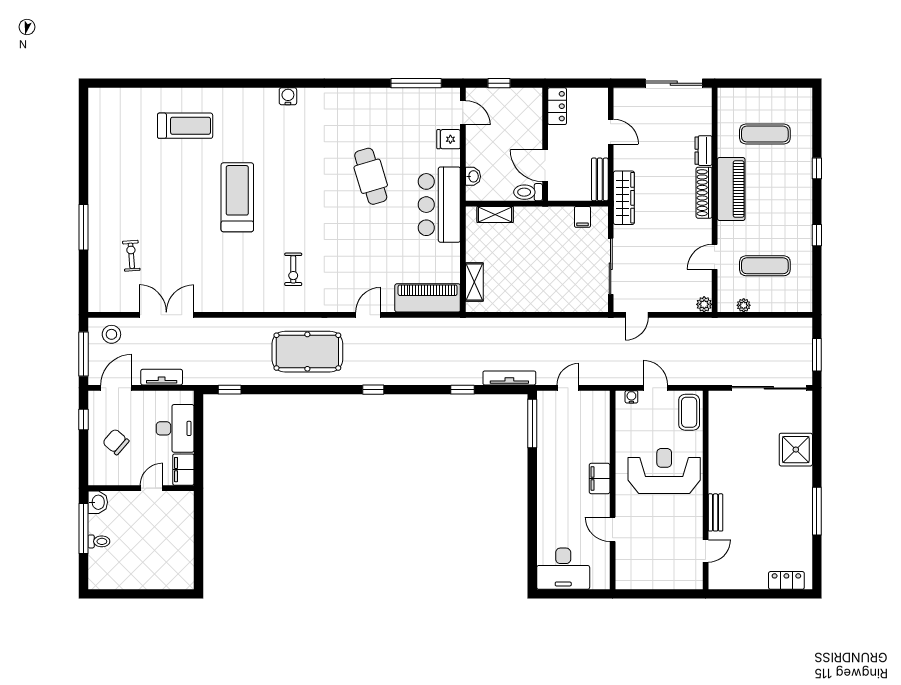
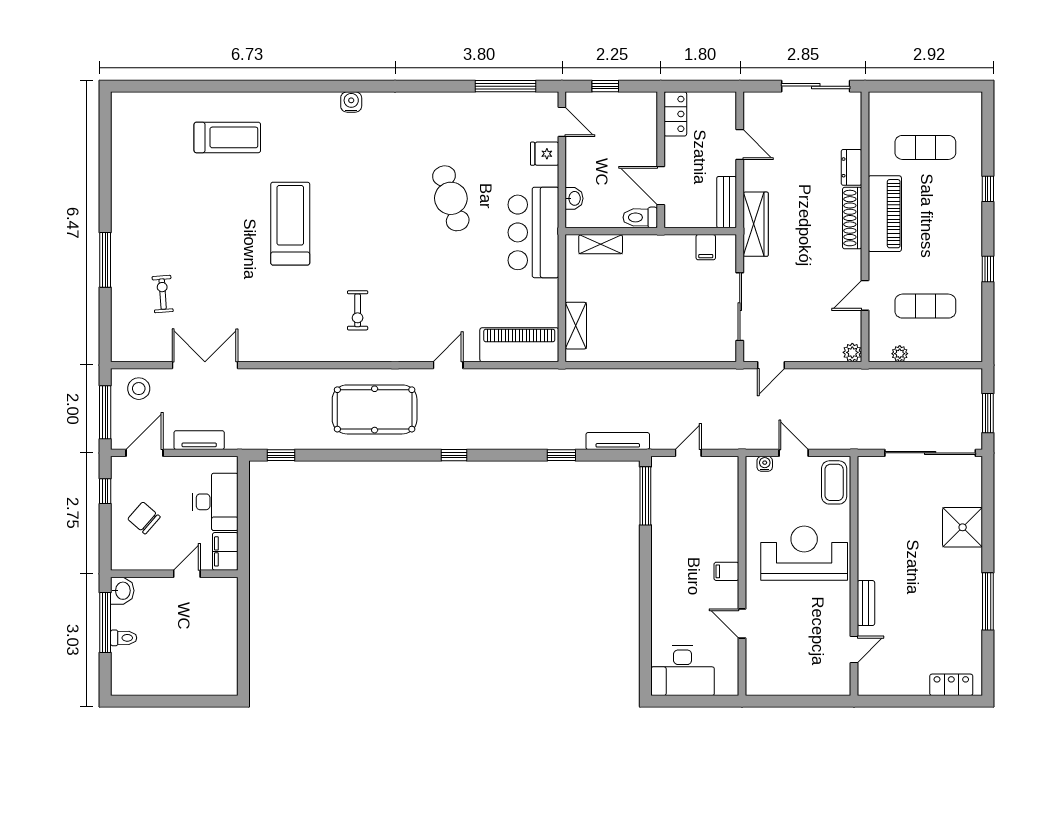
filing cabinet: (600, 478) -> (726, 571), width x0.50

